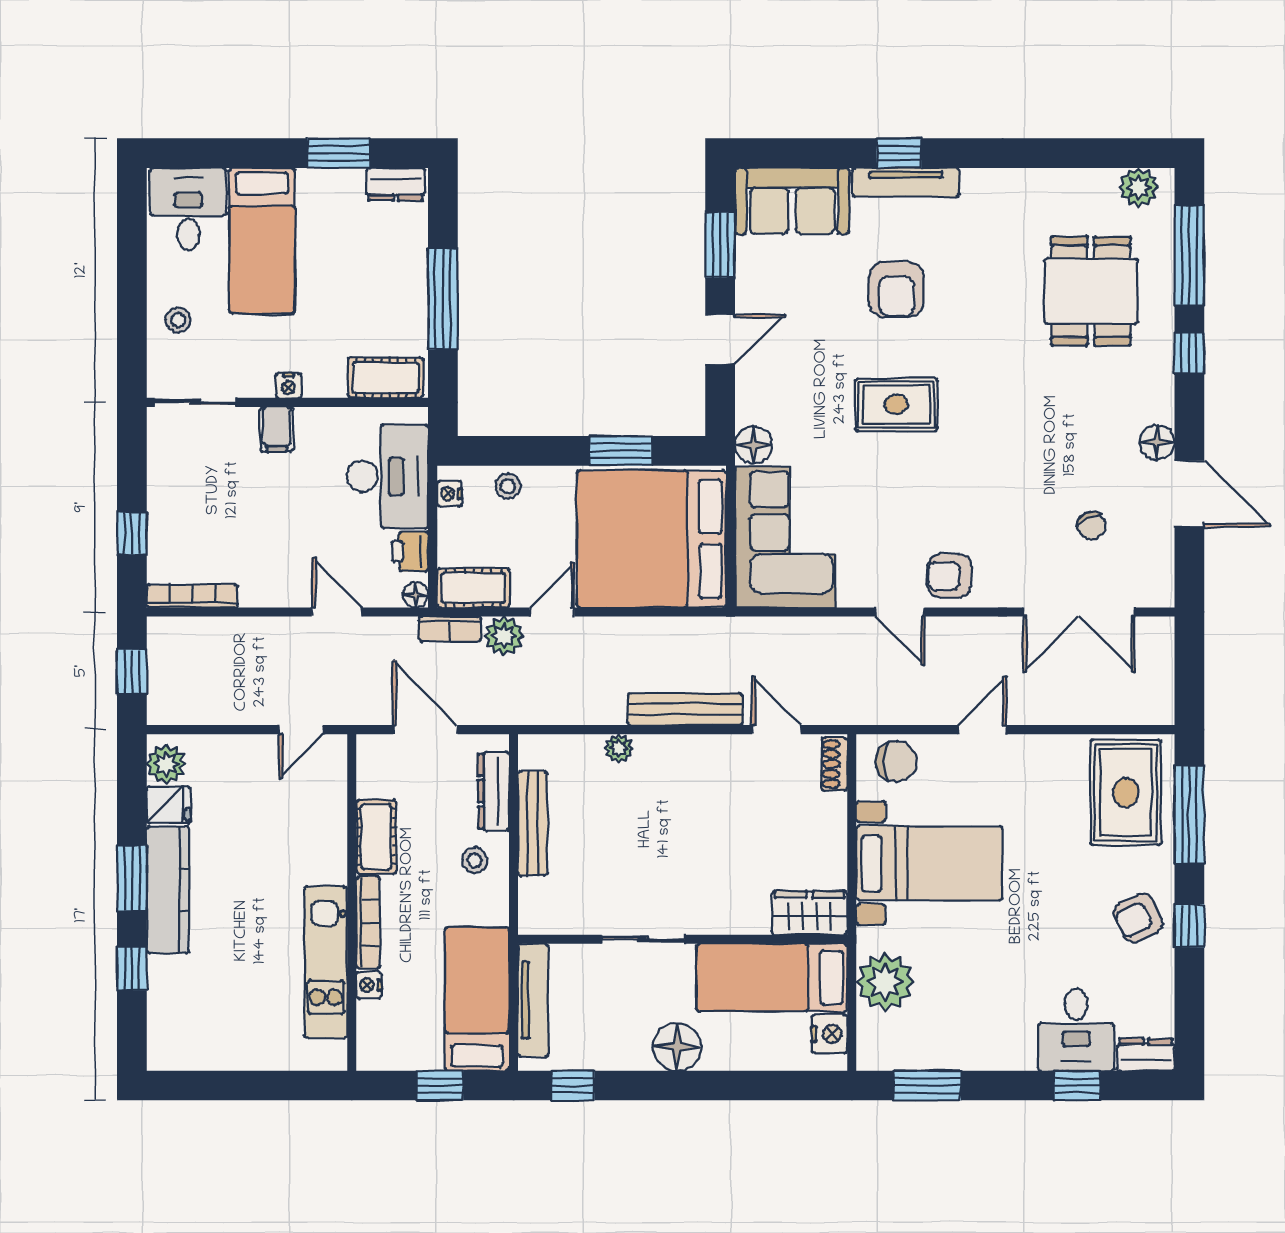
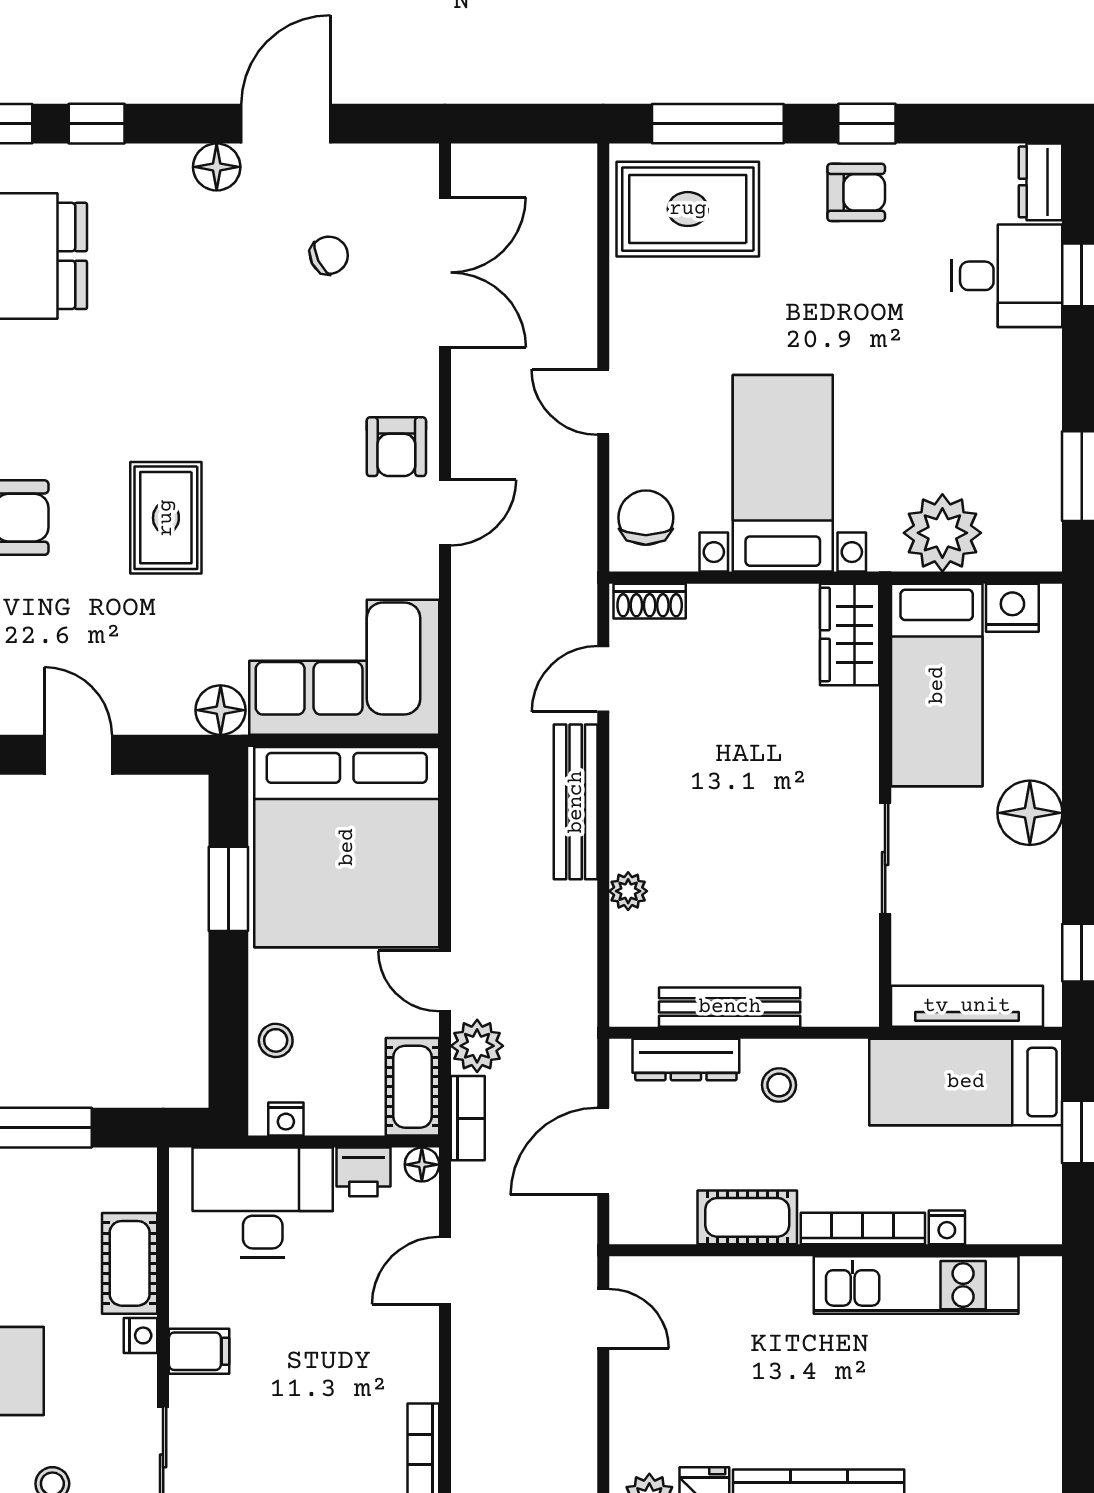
cot: (386, 378) -> (130, 1263), moved
armchair: (1138, 918) -> (856, 192), turned -65

